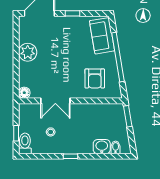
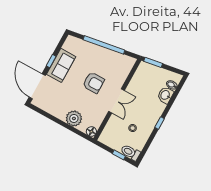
sofa: (102, 36) -> (61, 65), moved, turned -81
plant: (28, 52) -> (74, 118), moved
armchair: (95, 78) -> (93, 83), moved
double door: (55, 101) -> (116, 101), moved

